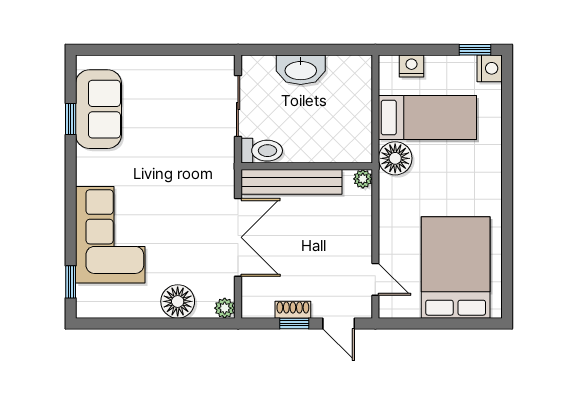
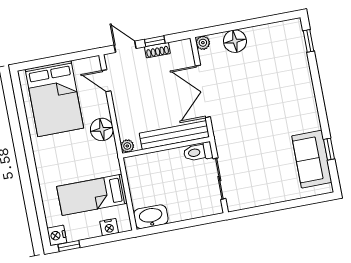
washbasin: (301, 70) -> (151, 217), moved
floor lamp: (395, 158) -> (102, 129), moved
corner sofa: (110, 235) -> (288, 77), removed

